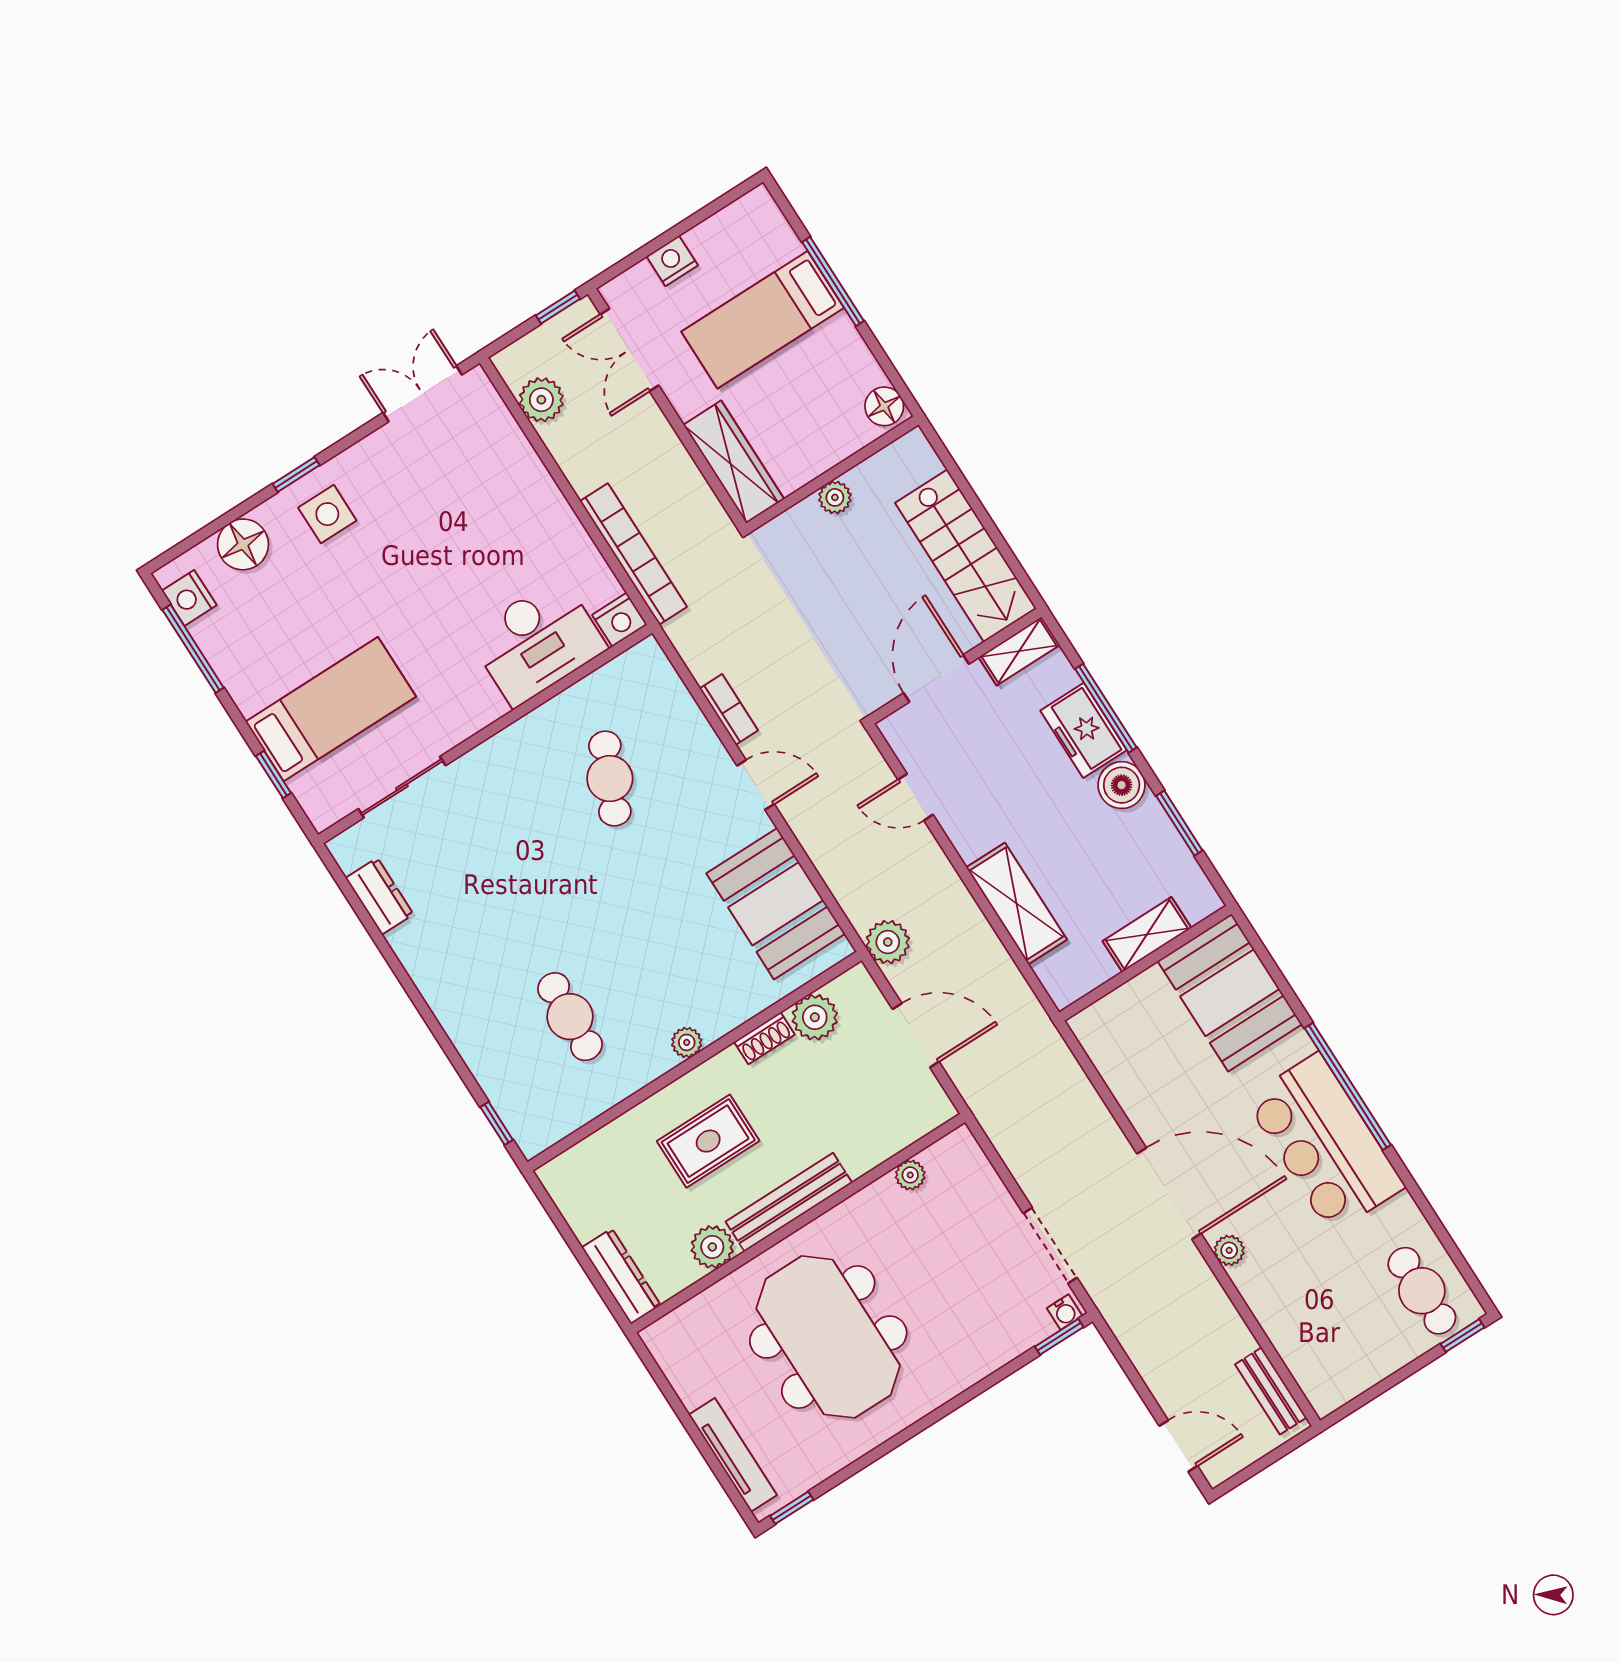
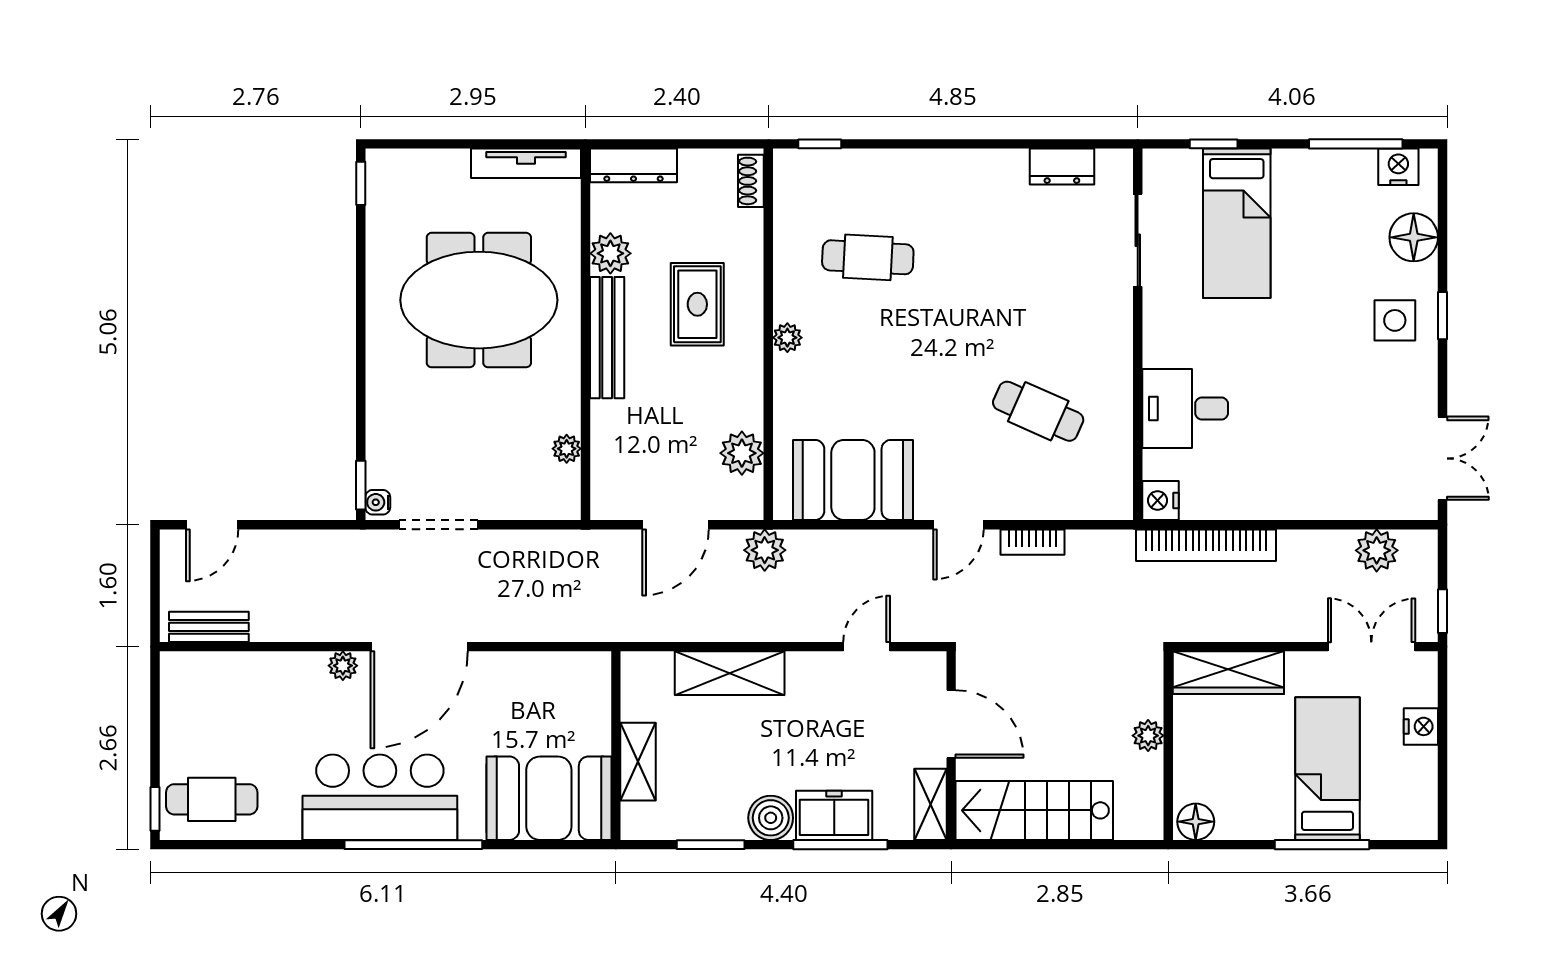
desk: (537, 642) -> (1185, 408), width x0.73
shoe rack: (764, 1038) -> (751, 181), moved
tv unit: (733, 1455) -> (526, 163), moved

